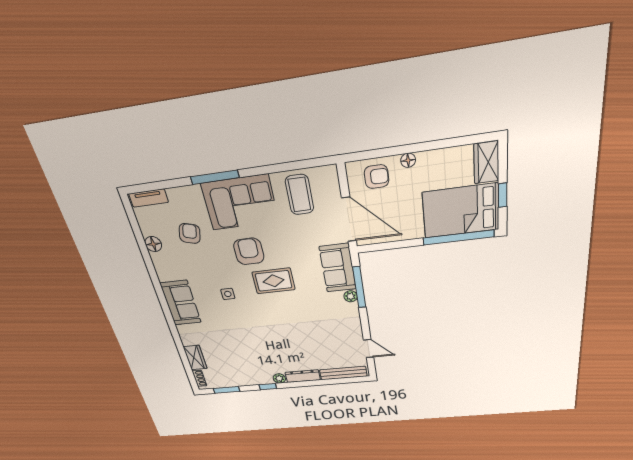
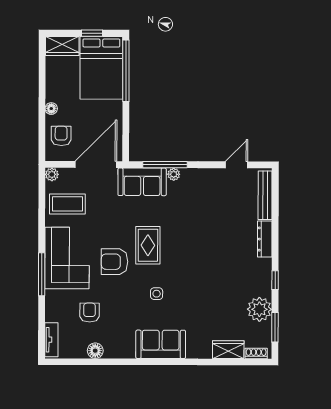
plant: (330, 172) -> (52, 174), added
armchair: (190, 233) -> (90, 313), turned 75
plant: (279, 378) -> (259, 309), moved, width x1.88, depth x1.88

